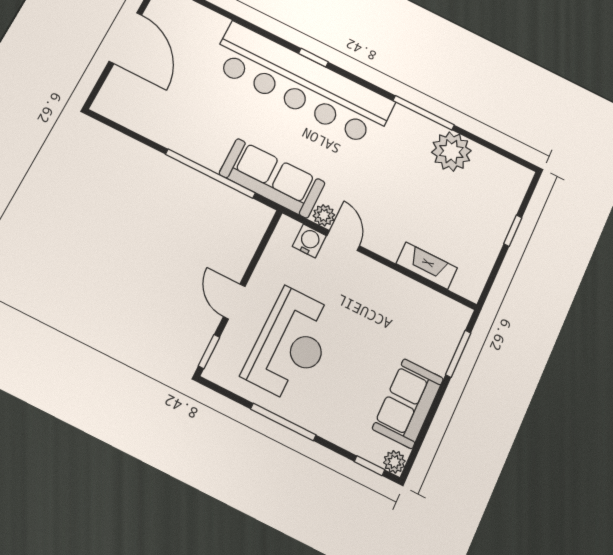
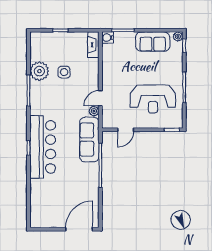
door: (125, 38) -> (79, 229), moved
bar counter: (302, 84) -> (43, 147), width x0.73
side table: (428, 197) -> (64, 72), added
water cooler: (309, 241) -> (108, 38), moved
fireplace: (427, 266) -> (93, 45), moved
door: (234, 302) -> (126, 130), moved
reception desk: (291, 345) -> (153, 99), turned 180

